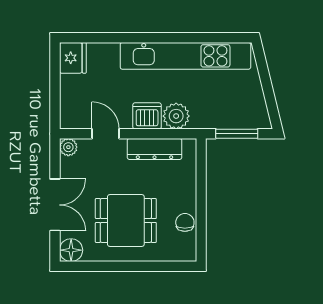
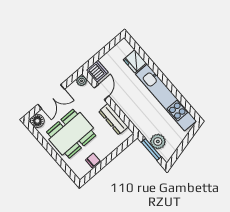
fridge: (73, 58) -> (135, 61), moved, turned 90
dishwasher: (147, 116) -> (97, 71), moved
plant: (176, 116) -> (158, 141), moved
dining table: (126, 220) -> (71, 134), width x1.38

